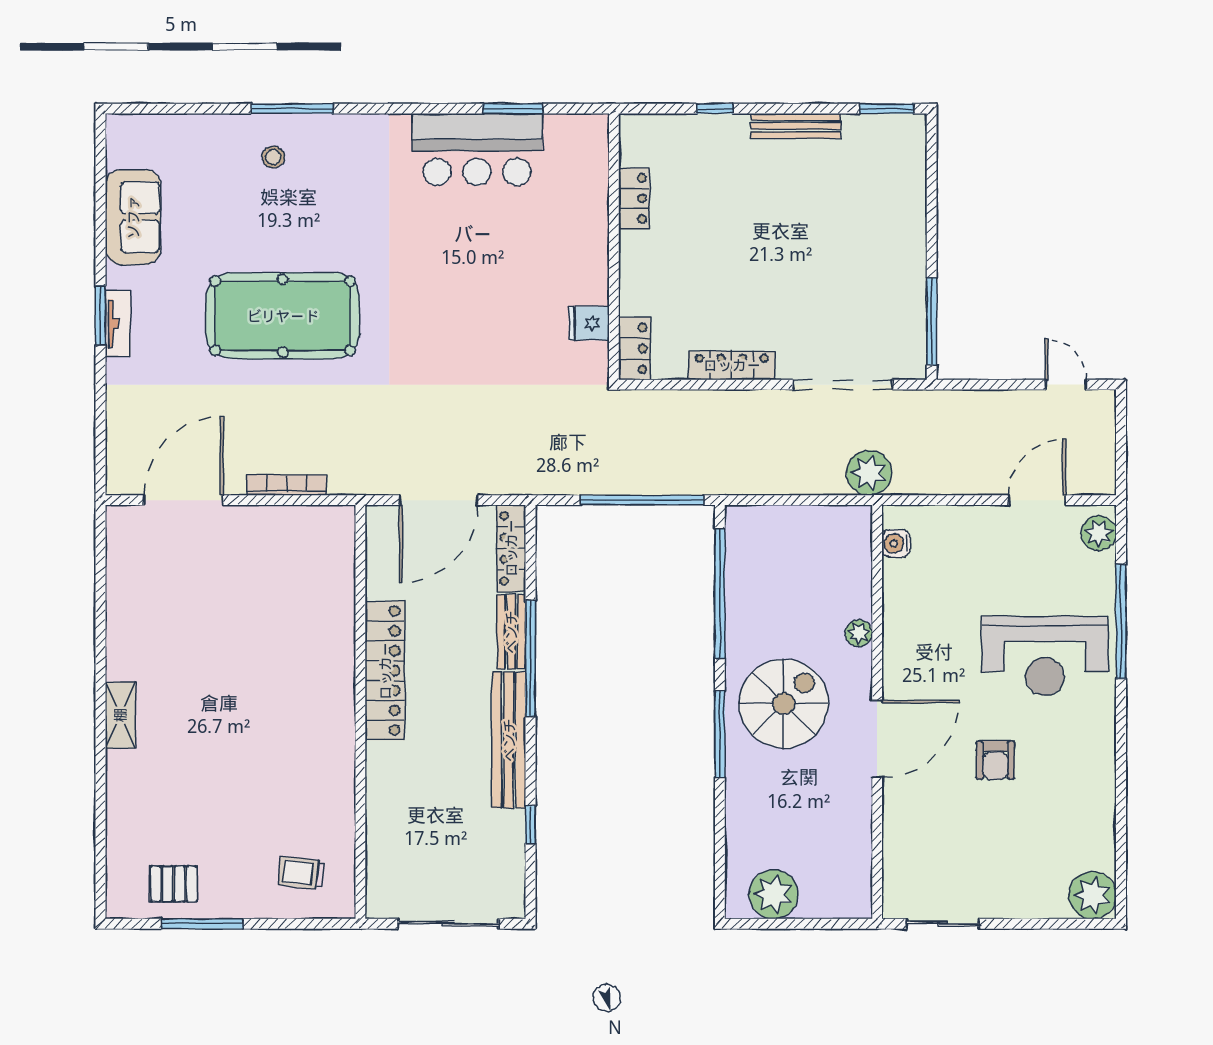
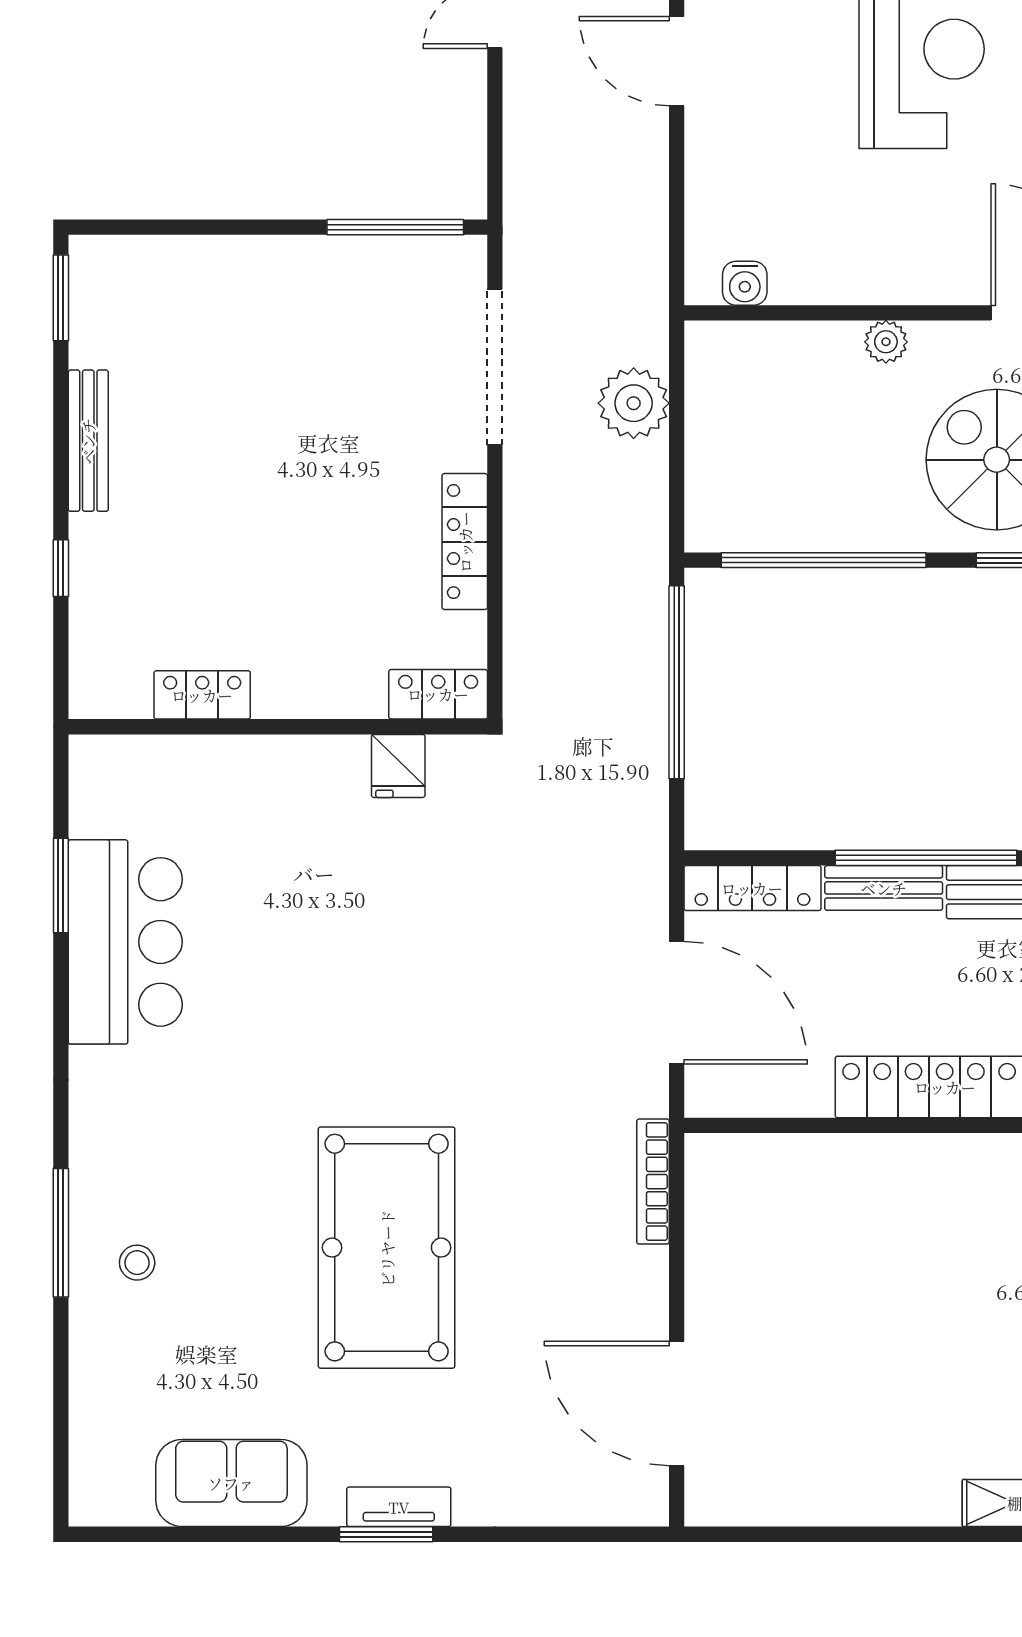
plant: (869, 473) -> (634, 403), moved
bookcase: (287, 485) -> (653, 1182), moved

